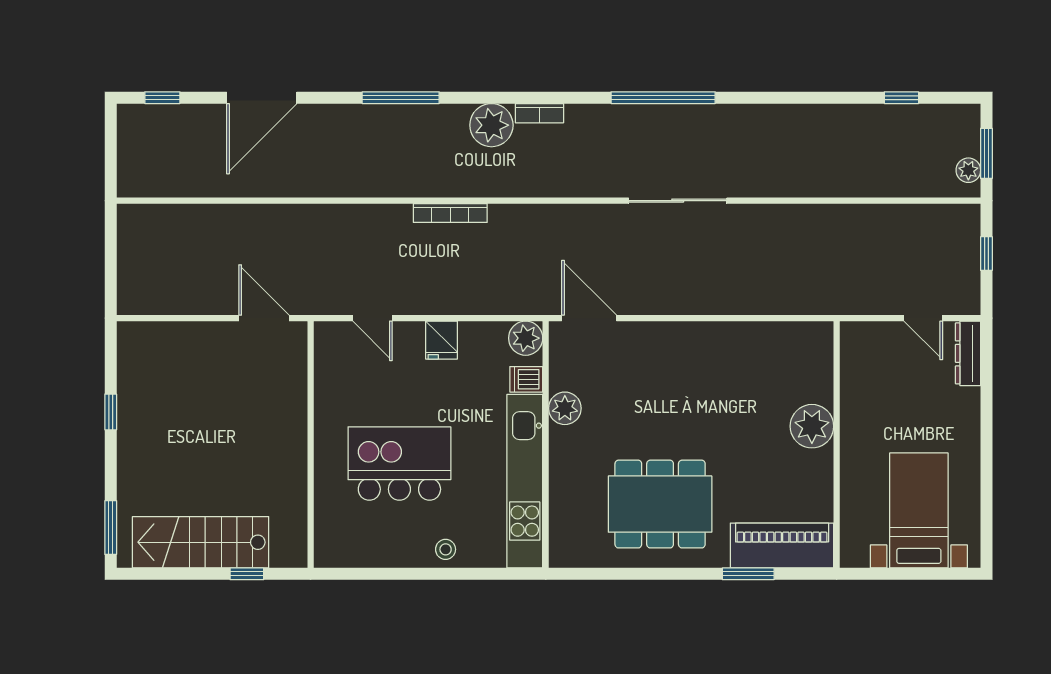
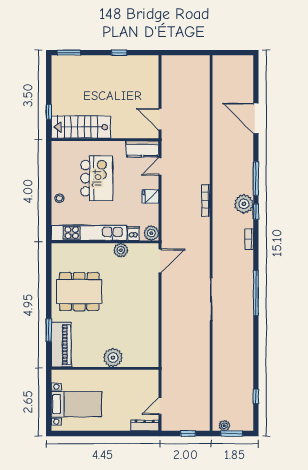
window: (162, 98) -> (256, 211), moved
plant: (491, 125) -> (244, 204), moved
door: (264, 318) -> (160, 119), swing flipped
kitchen counter: (332, 358) -> (142, 149), added
dining table: (660, 504) -> (79, 292), turned 90
stairs: (201, 542) -> (81, 127), moved, turned -90

